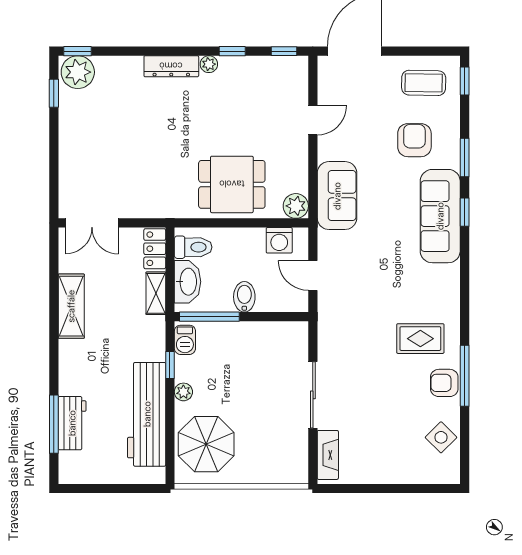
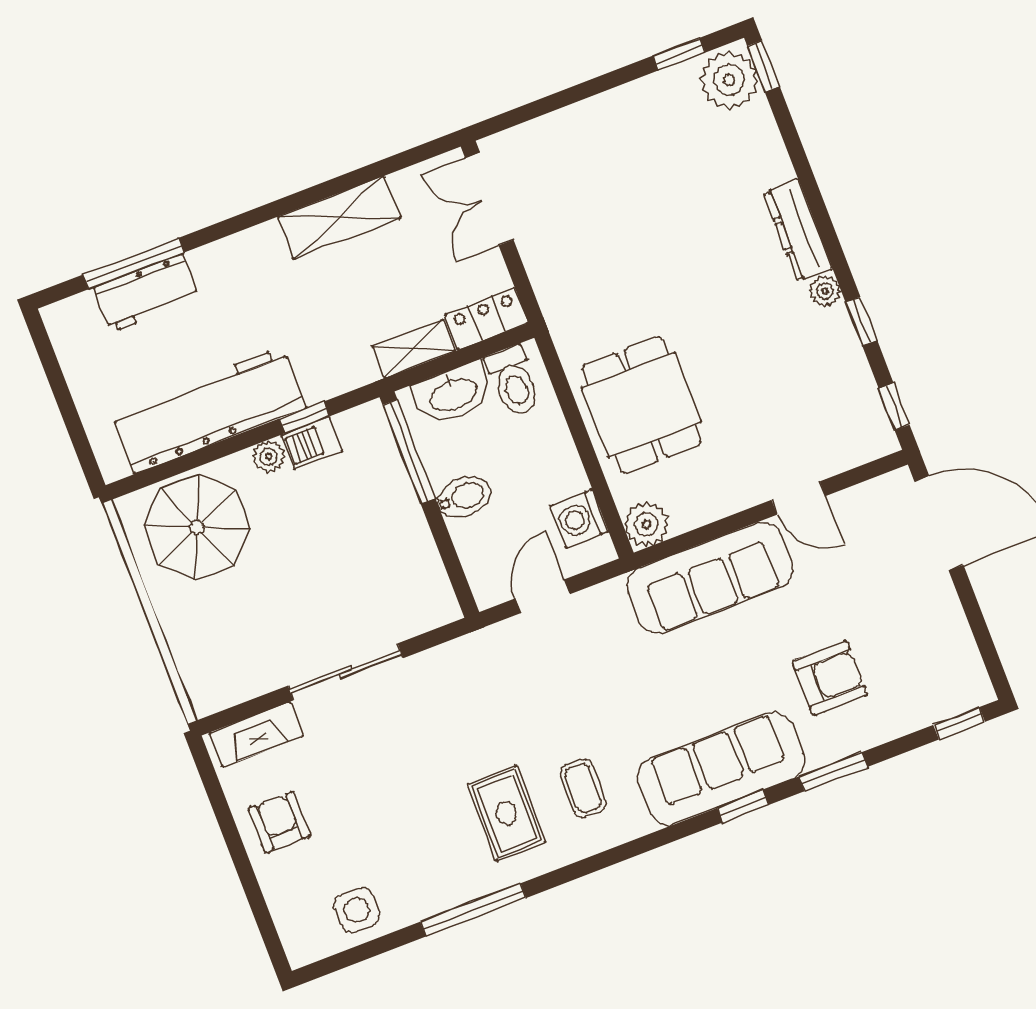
coffee table: (424, 83) -> (583, 788), moved, width x0.73, depth x0.77
sofa: (337, 196) -> (710, 578), width x1.36
barbecue: (185, 340) -> (312, 443), moved
armchair: (444, 383) -> (280, 822), moved
side table: (441, 437) -> (357, 910), turned 45

